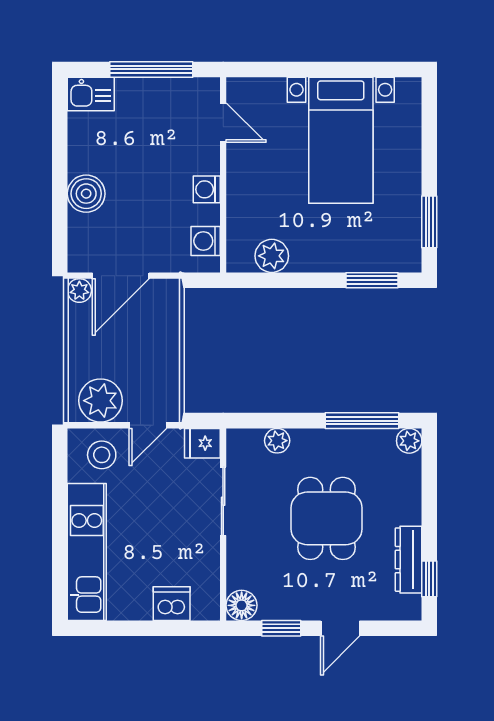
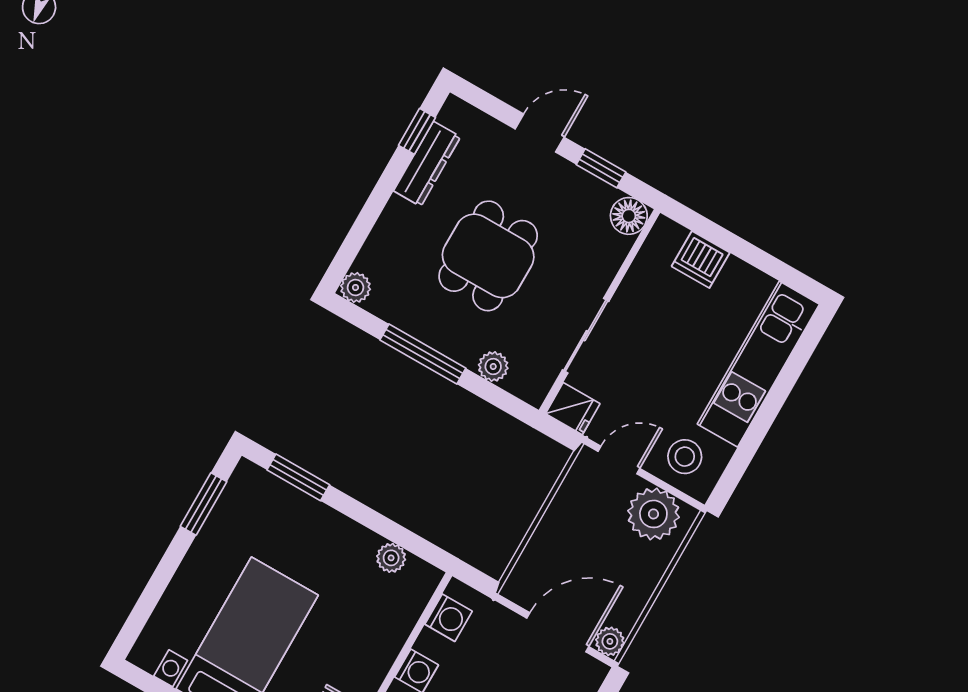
plant: (272, 256) -> (391, 558), width x0.73, depth x0.73
window: (362, 421) -> (423, 354), moved

